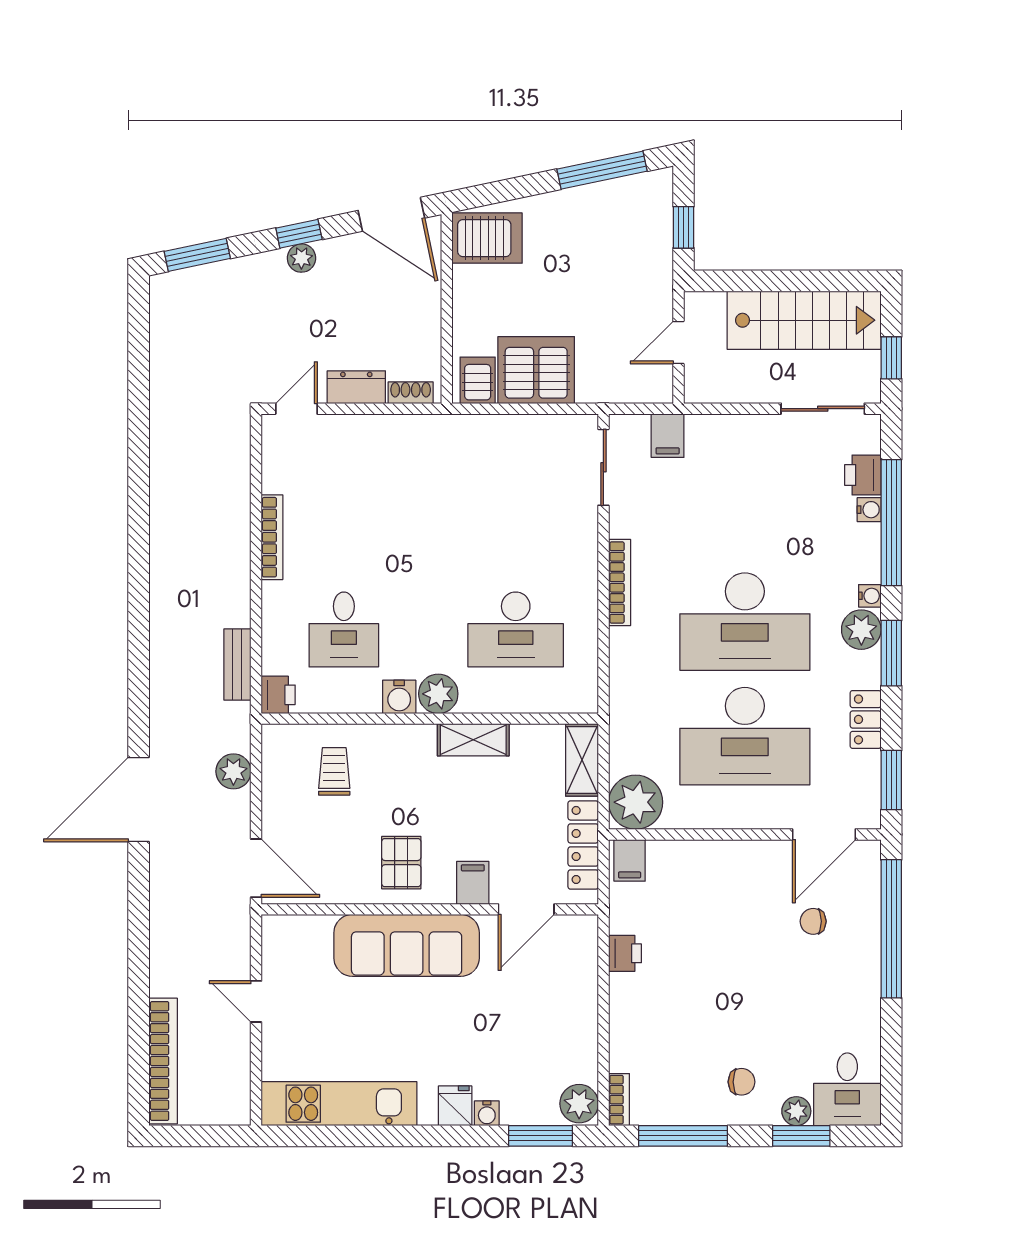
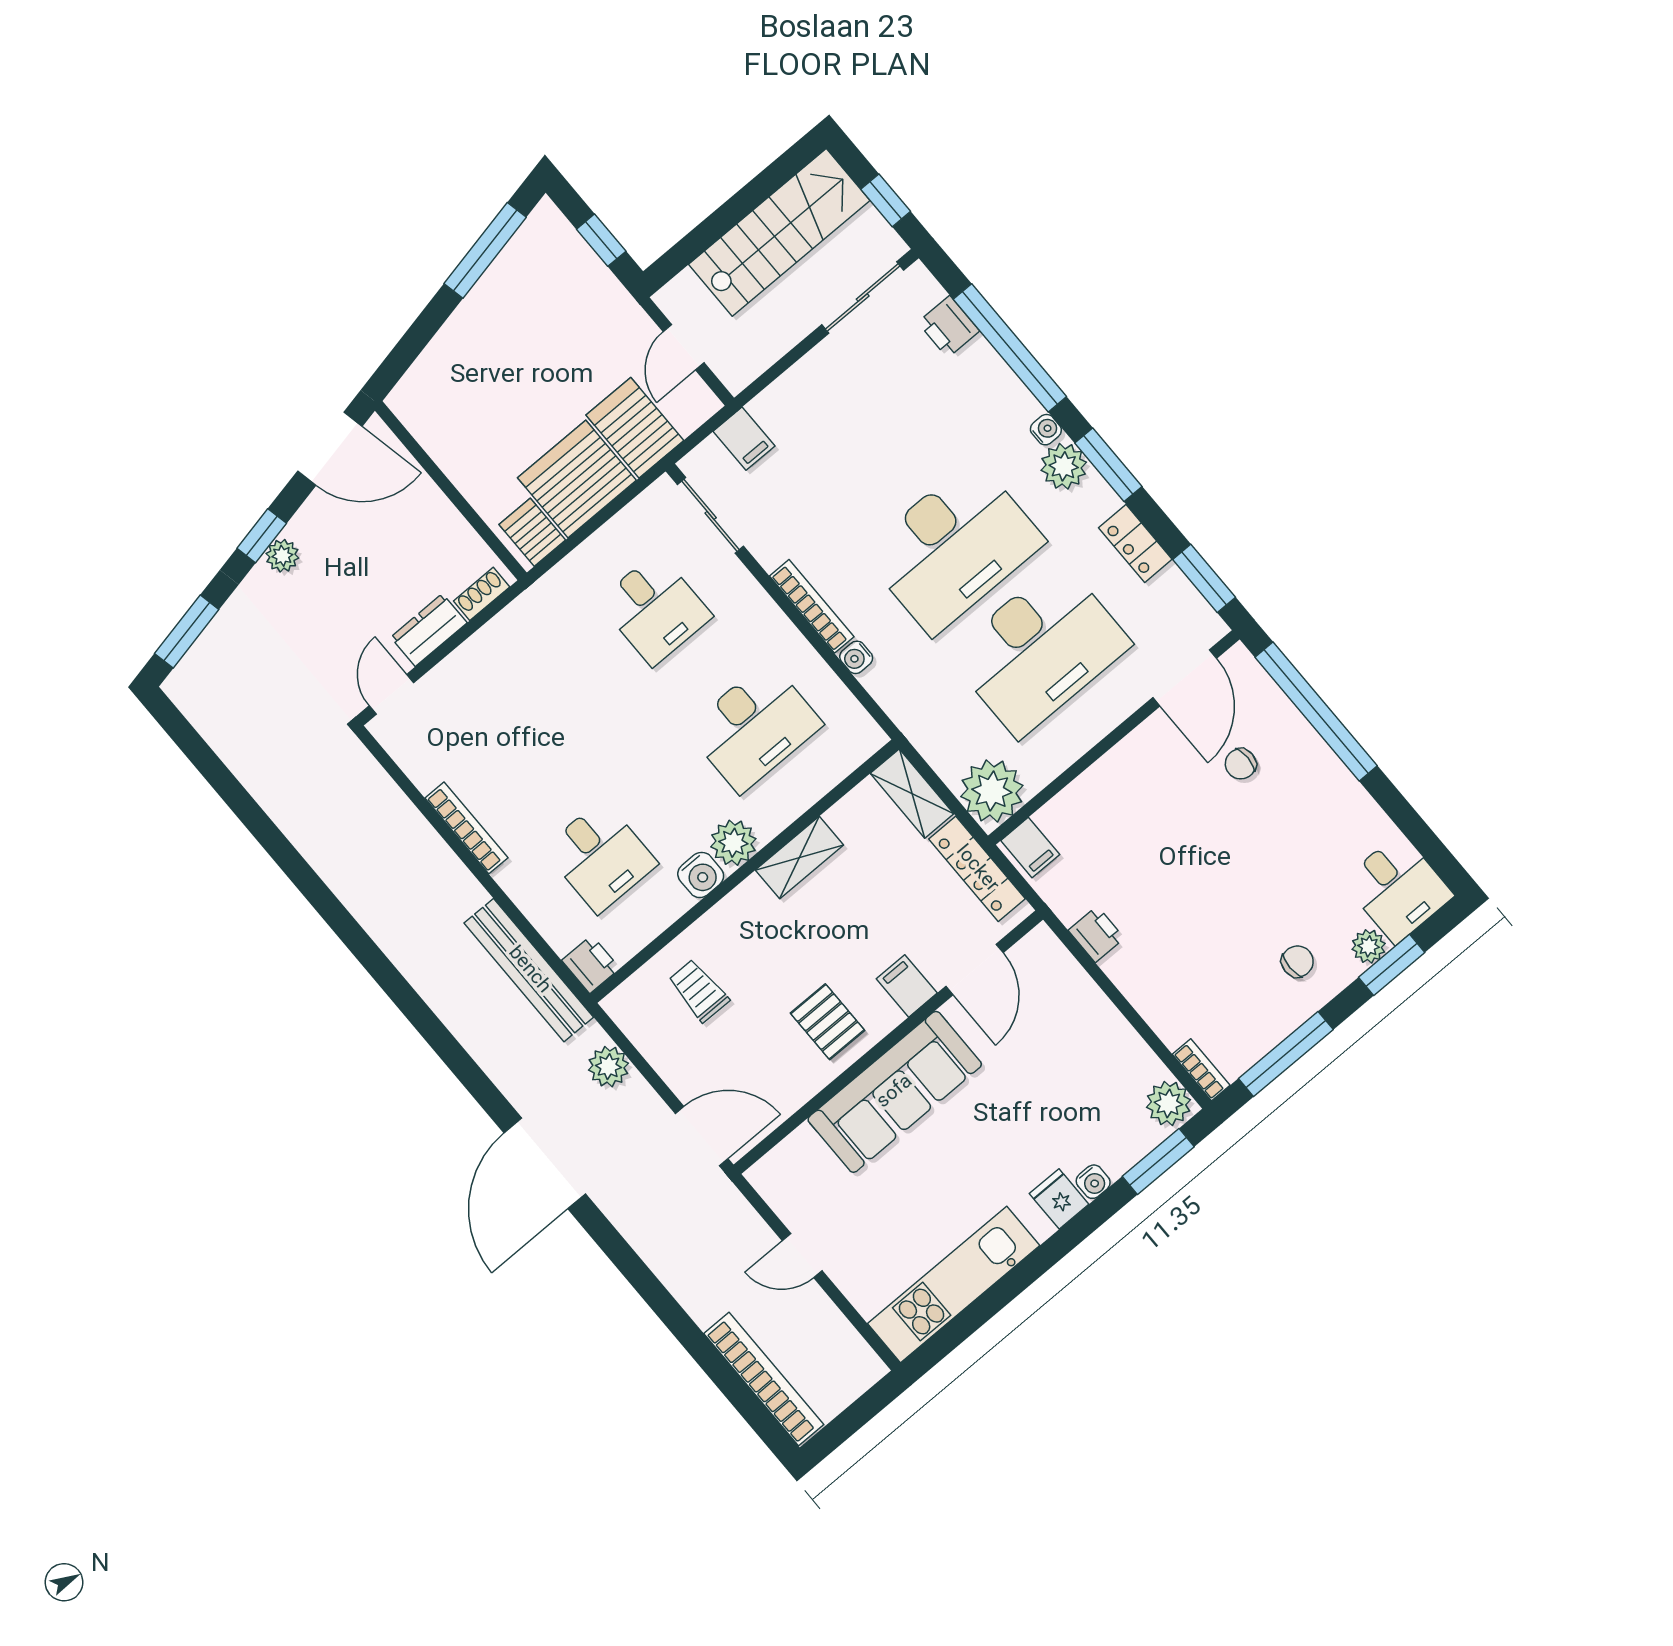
server rack: (487, 238) -> (635, 428), moved, turned -90
desk: (516, 498) -> (655, 609), added
water cooler: (869, 510) -> (856, 657), moved, turned 180
bench: (237, 664) -> (529, 970), width x1.86, depth x1.21

